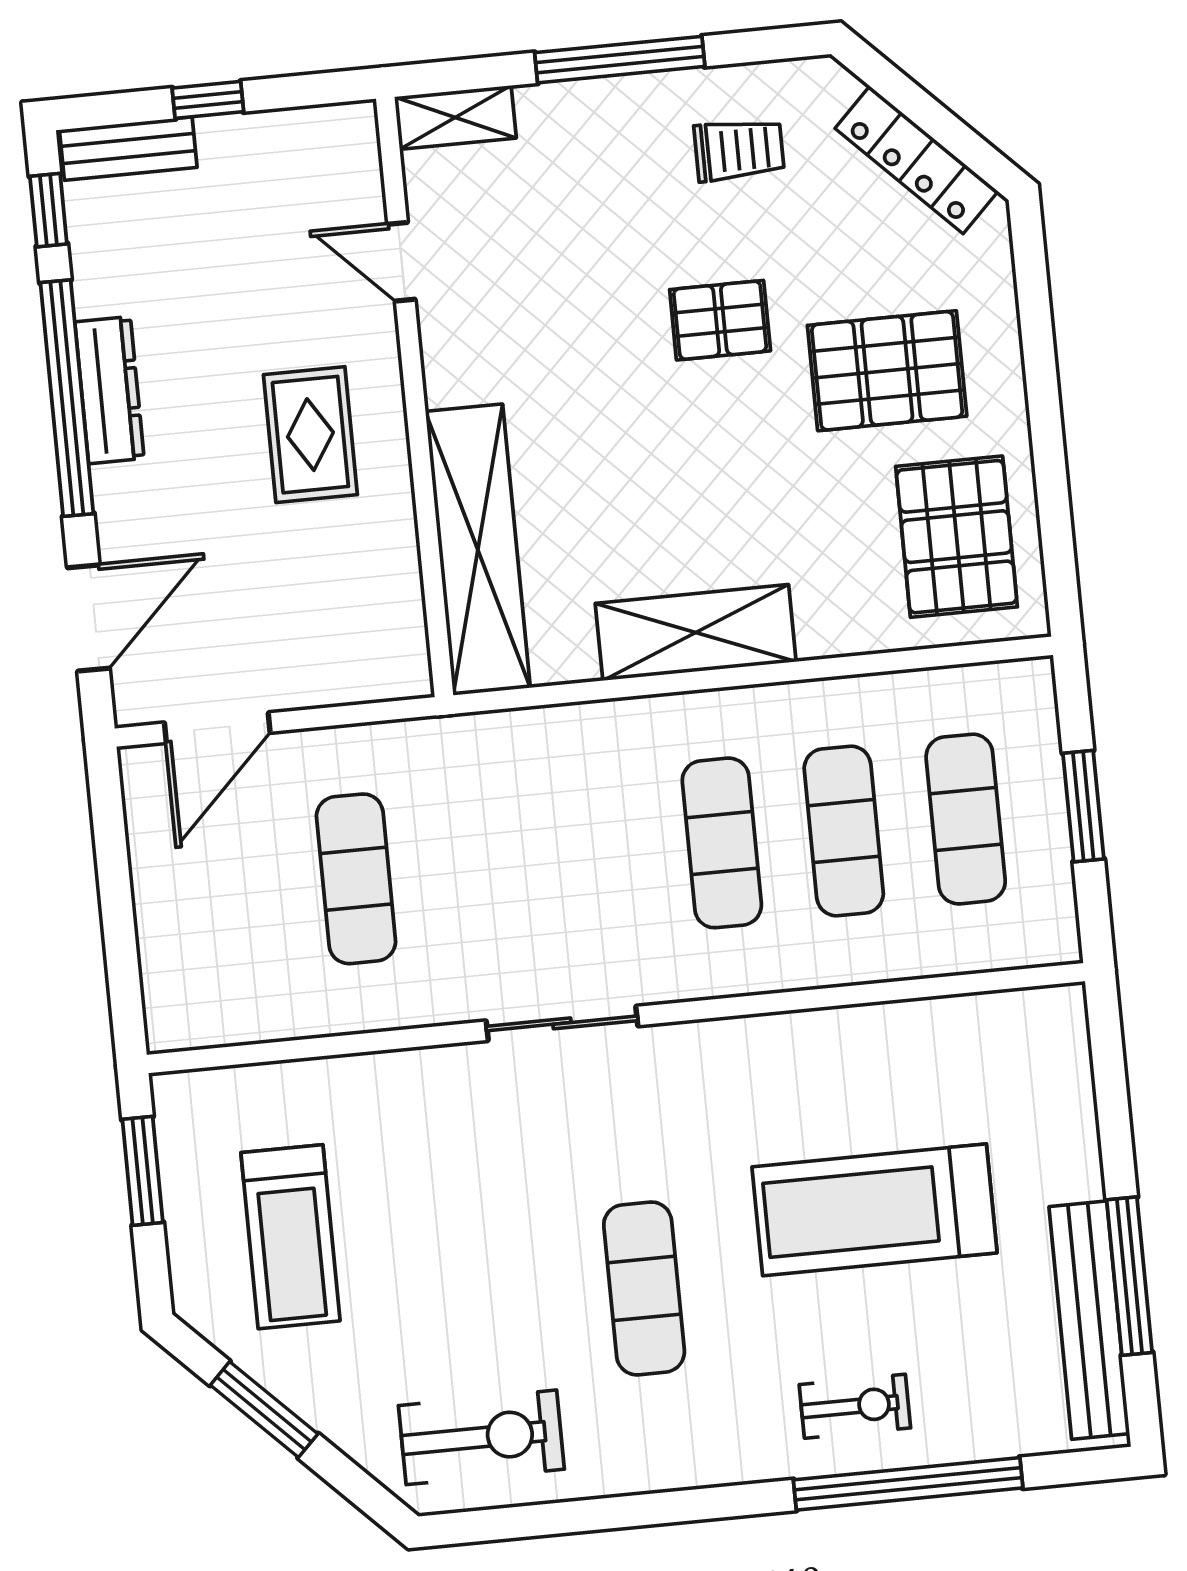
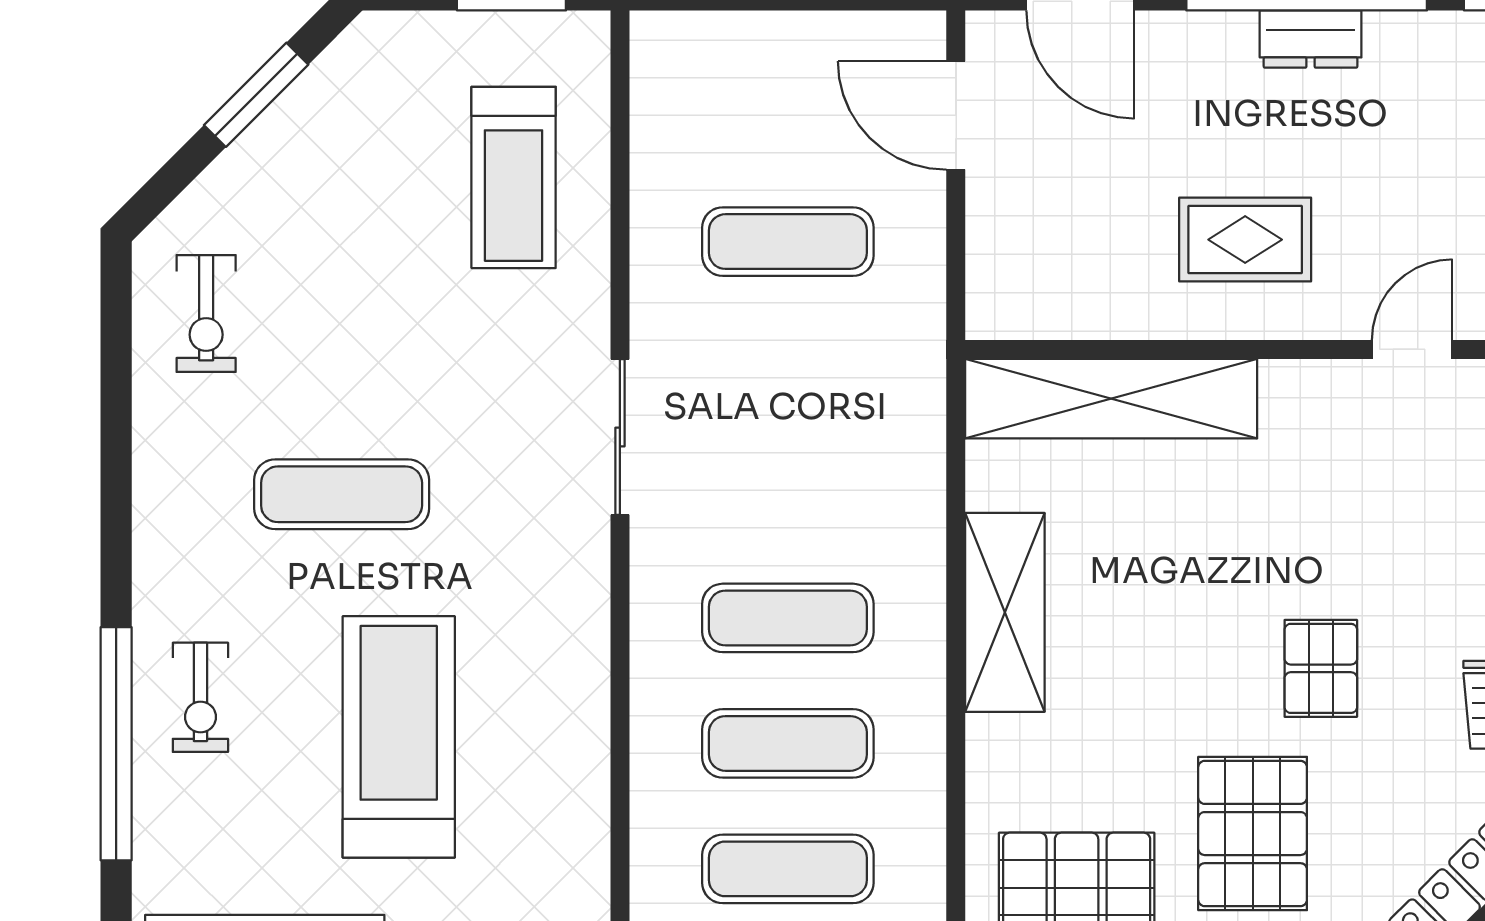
dresser: (109, 390) -> (1311, 39), width x0.70
treadmill: (290, 1237) -> (514, 177), moved, turned -90
exercise bike: (481, 1437) -> (206, 314), width x0.73, depth x0.72

